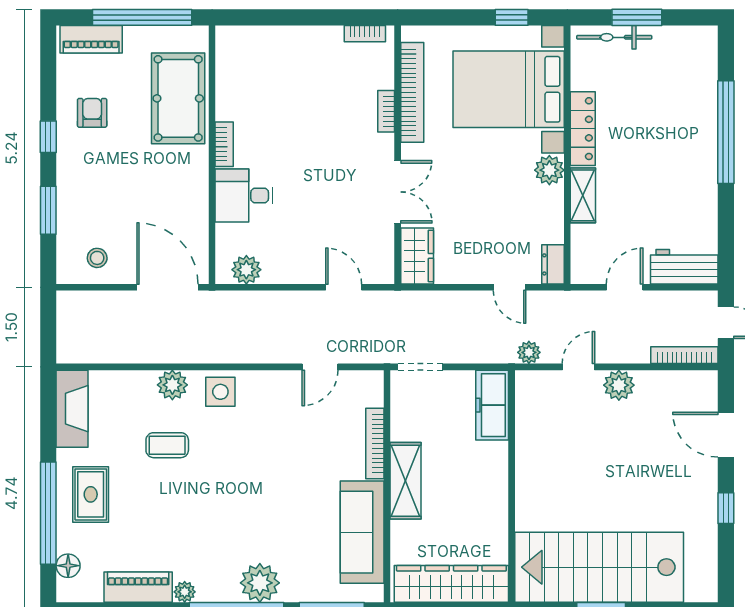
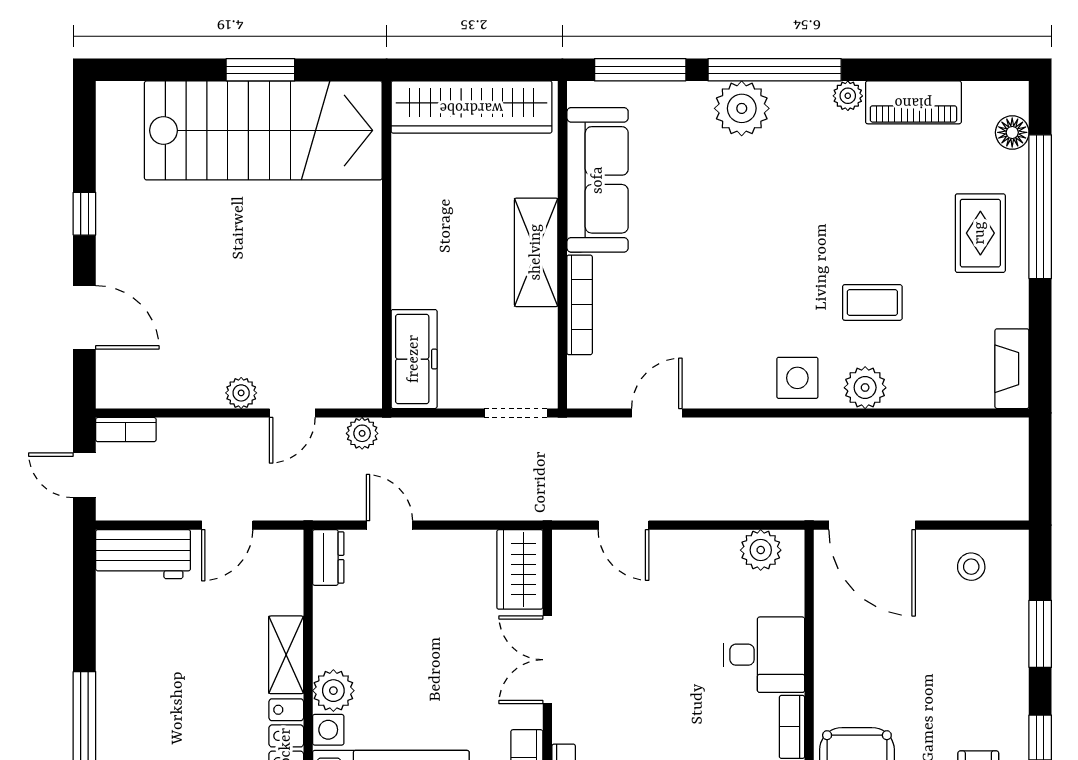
bookcase: (684, 355) -> (126, 430), width x0.64
plant: (619, 385) -> (241, 393), width x0.73, depth x0.73
fireplace: (72, 409) -> (1012, 369), width x0.73, depth x0.76

